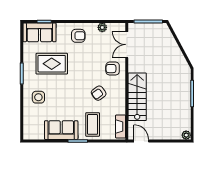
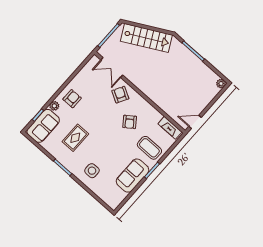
plant: (102, 27) -> (54, 106), moved
rug: (52, 64) -> (75, 138), width x0.73, depth x0.70
armchair: (113, 69) -> (120, 95), turned 119
stairs: (137, 97) -> (146, 38), moved, turned 152

